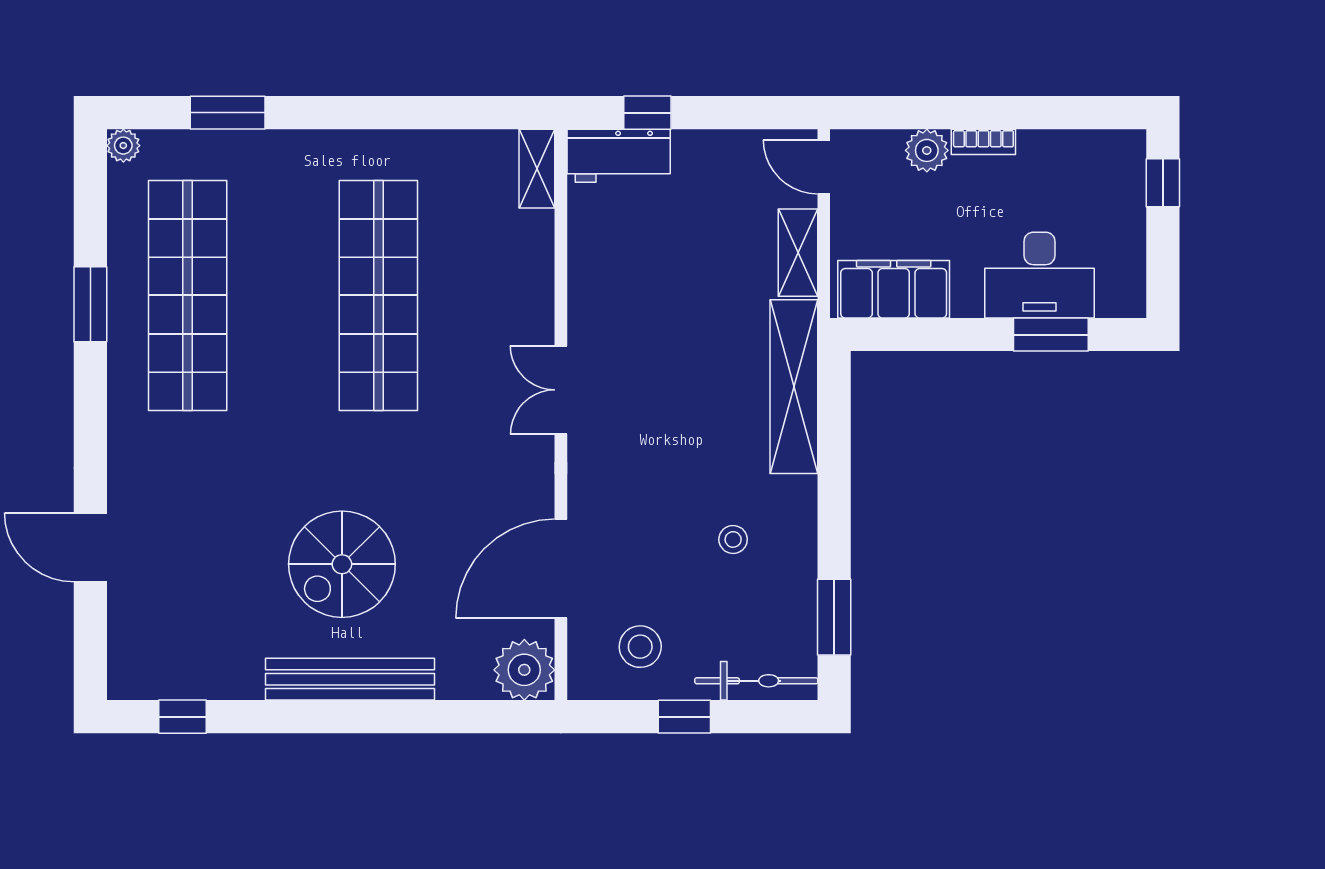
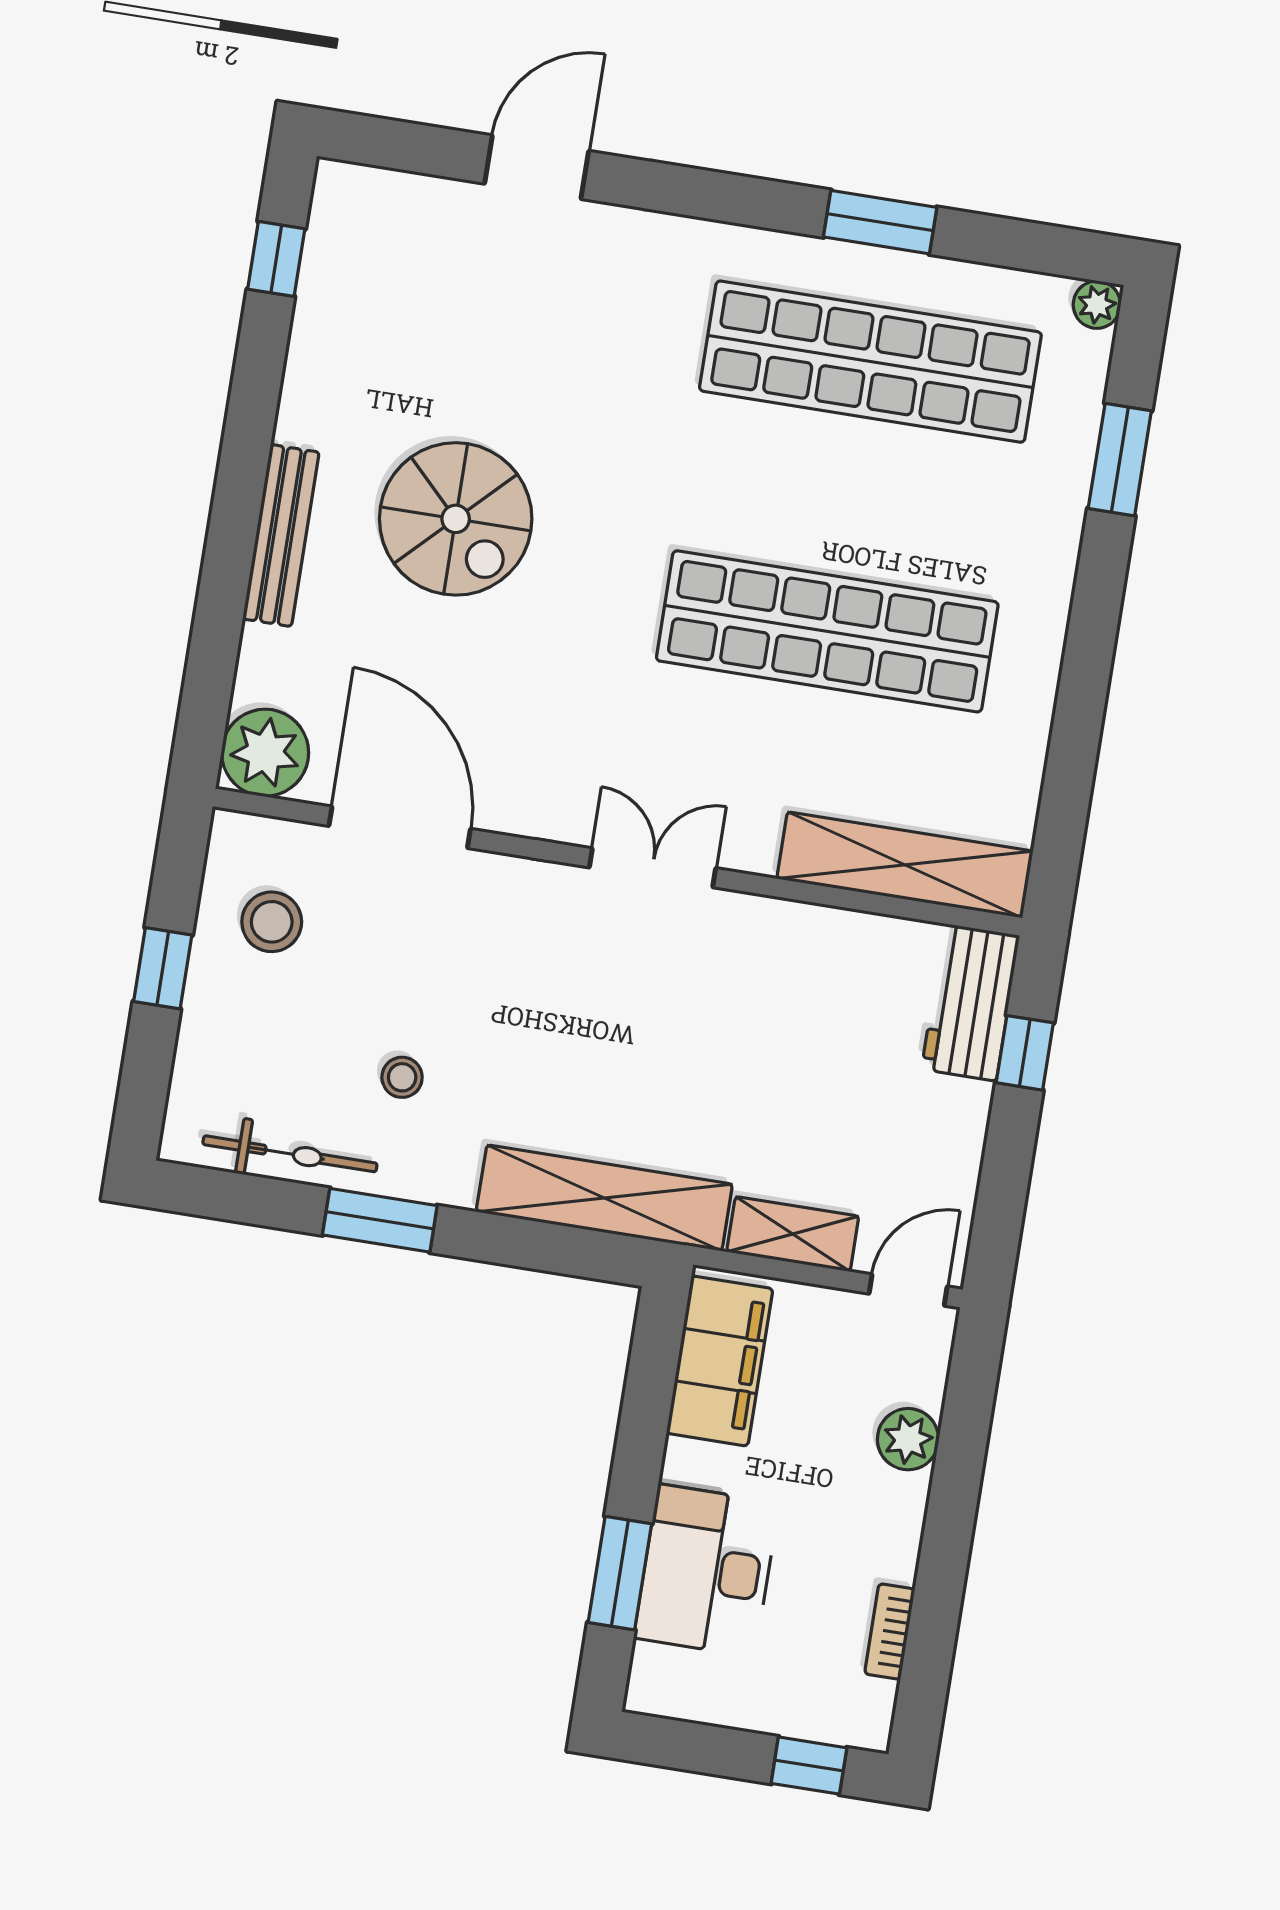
bookcase: (983, 142) -> (890, 1632), moved
shelving: (537, 169) -> (905, 865), width x2.20, depth x1.33
spiral stairs: (342, 564) -> (456, 519), turned 180
window: (834, 617) -> (380, 1220), moved
bench: (350, 679) -> (281, 535), width x0.73, depth x0.82
bicycle: (756, 681) -> (290, 1154), moved, turned -90

